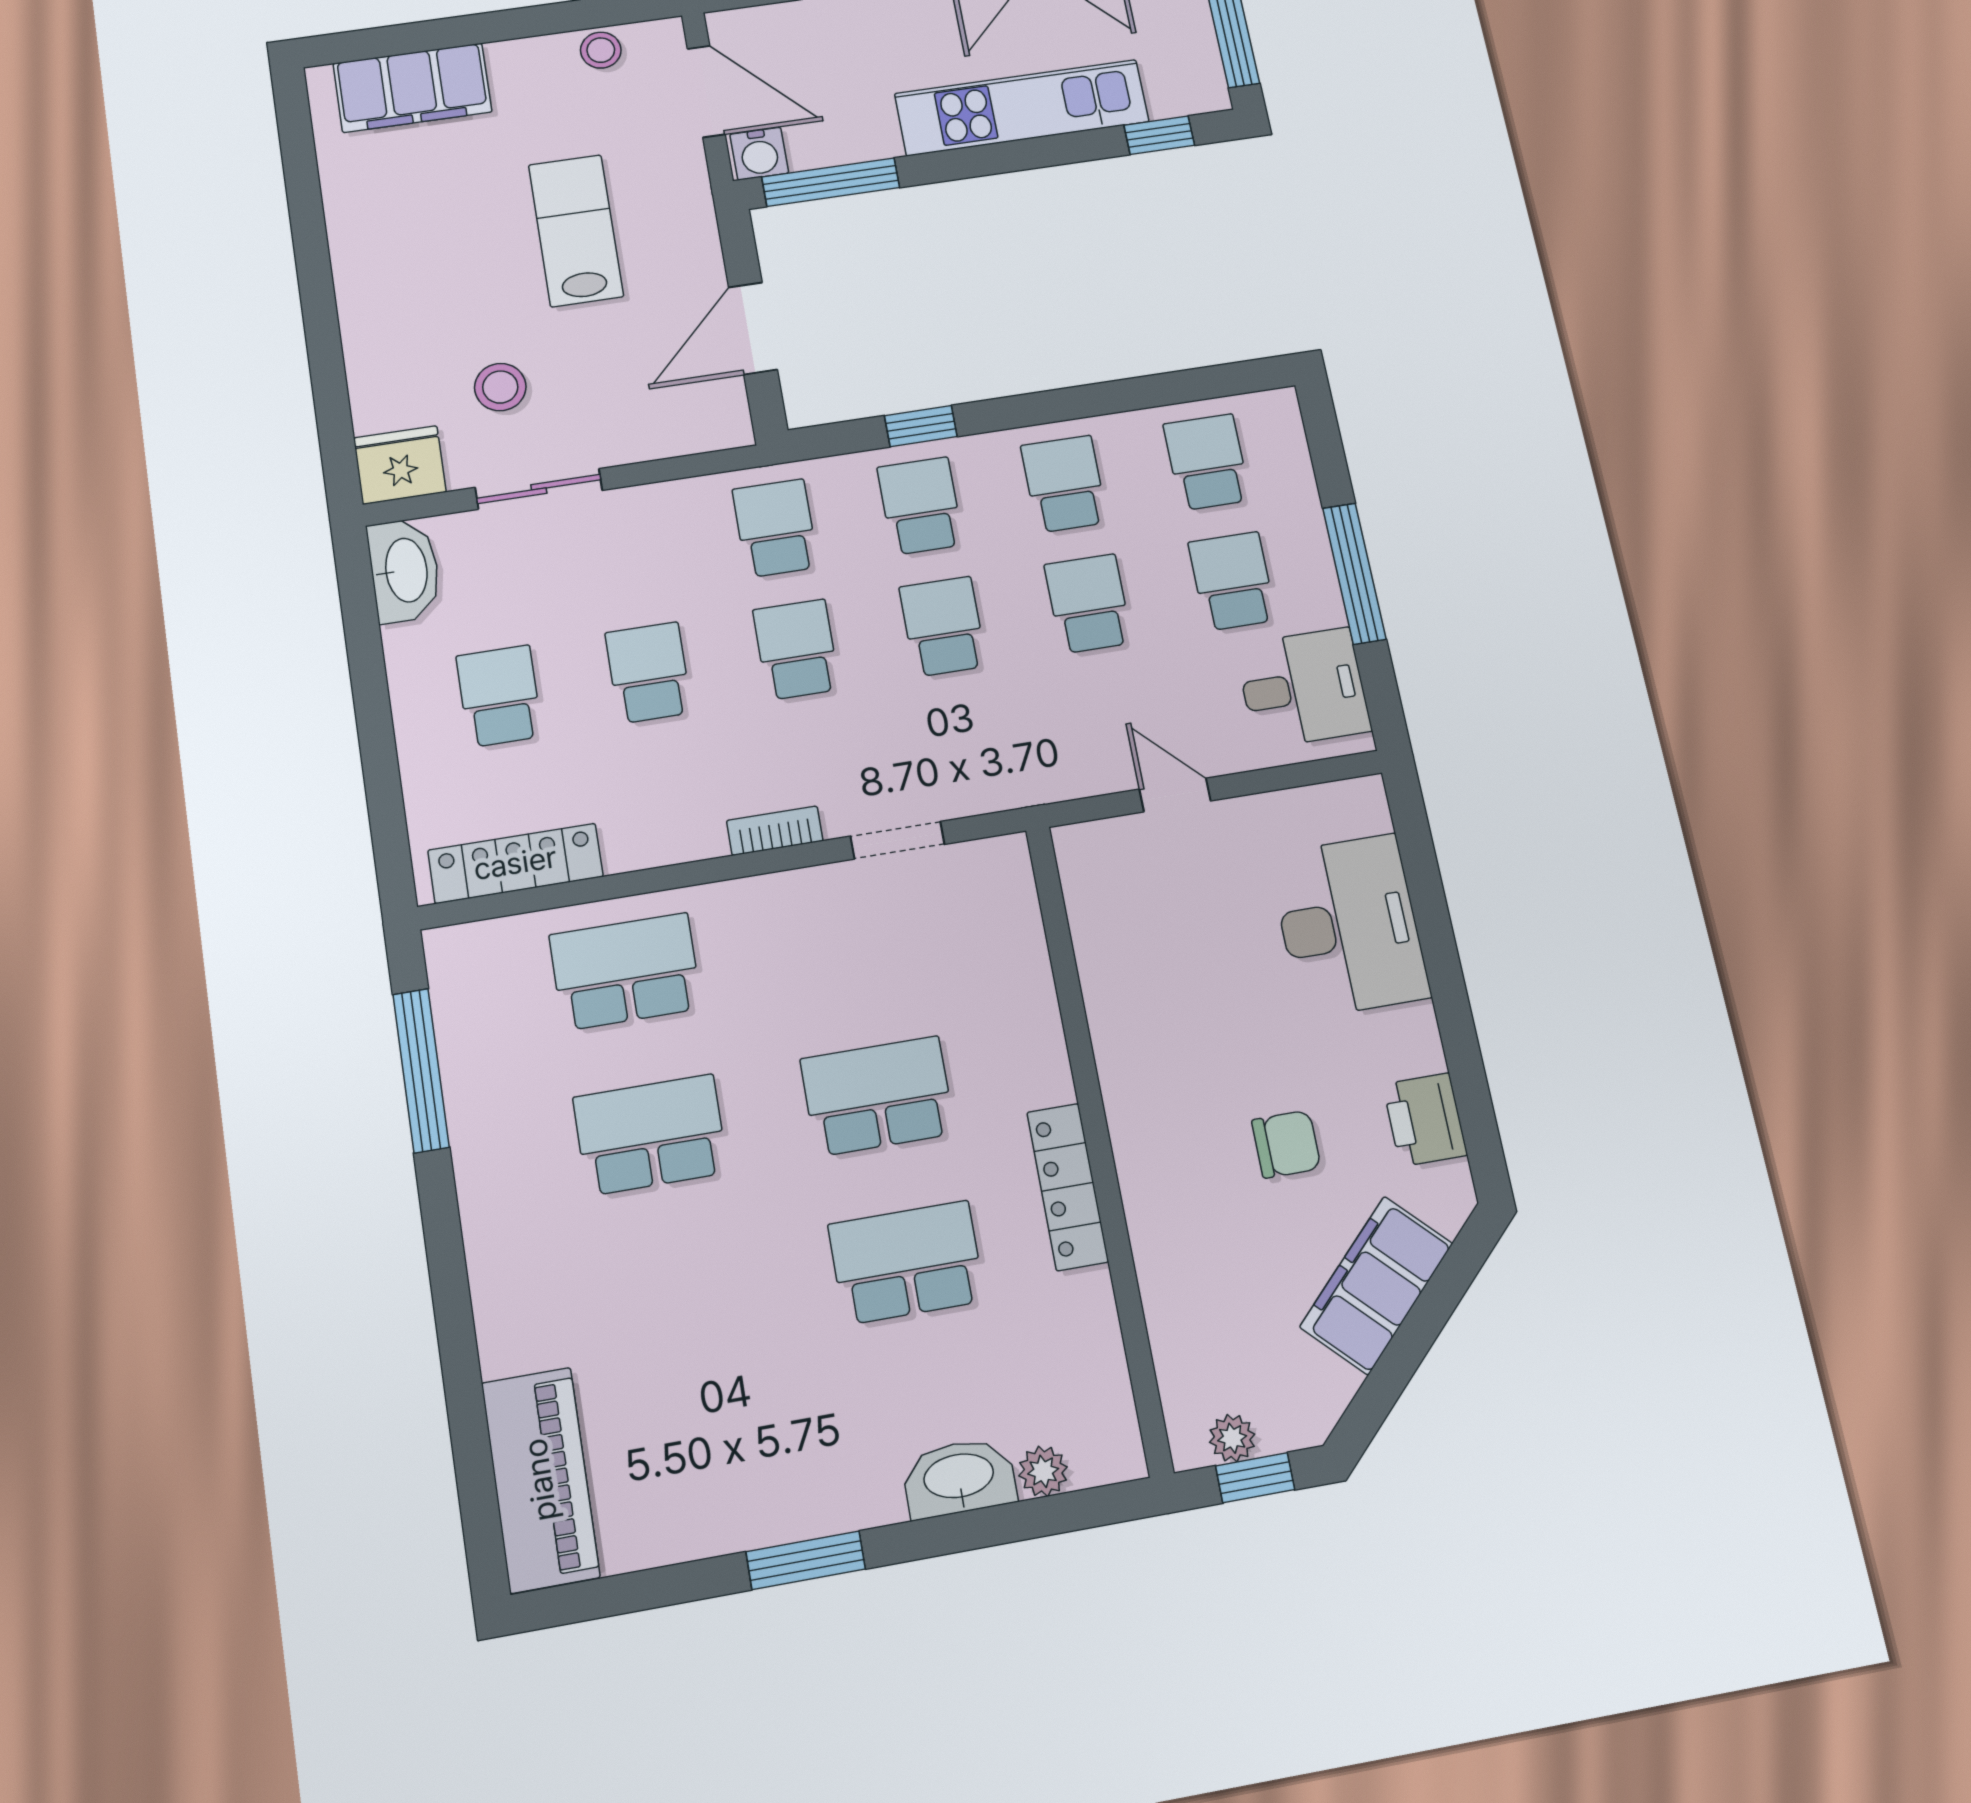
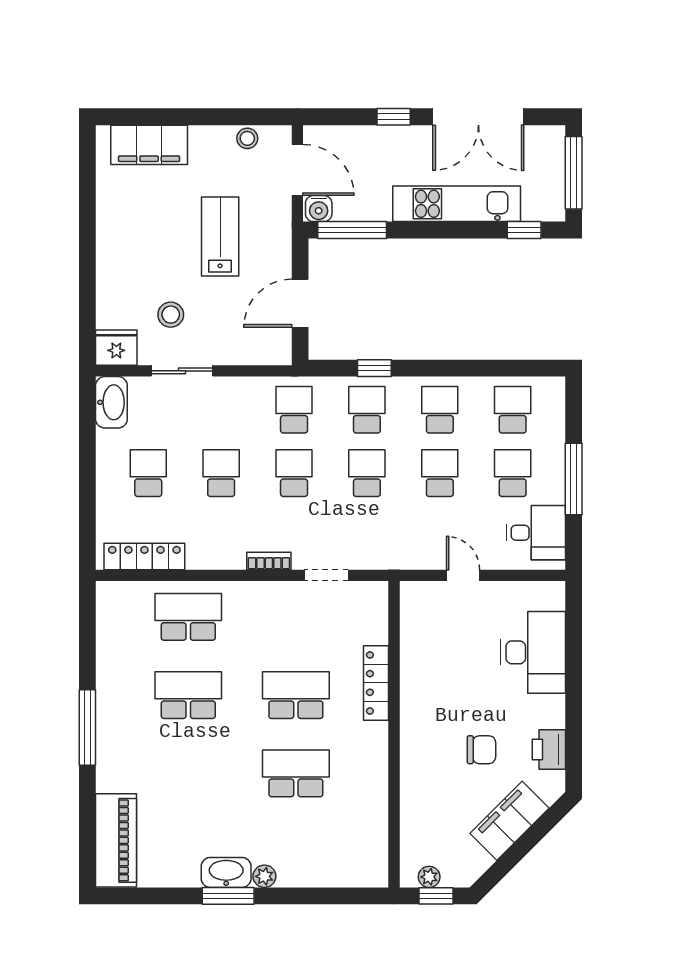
window: (421, 1070) -> (87, 727), moved
locker: (1068, 1187) -> (376, 683), moved
plant: (1043, 1471) -> (264, 876), moved
washbasin: (959, 1478) -> (226, 872), moved

